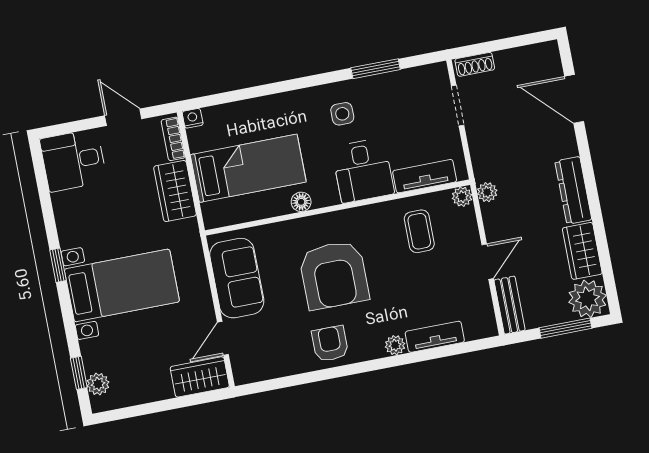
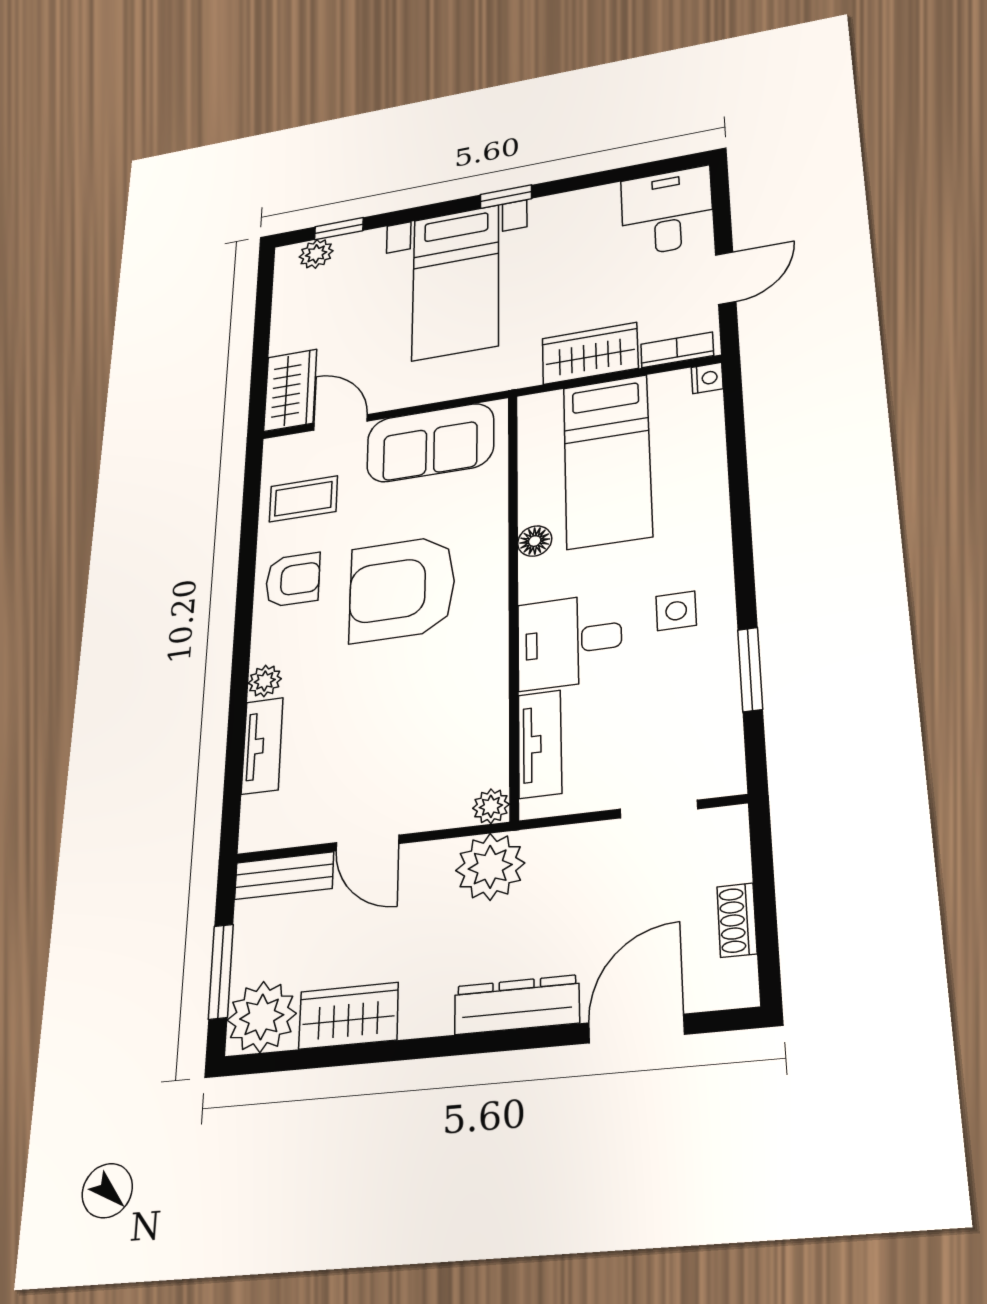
shoe rack: (475, 64) -> (737, 920), moved
dresser: (573, 190) -> (517, 1005), moved
plant: (487, 192) -> (490, 867), width x1.88, depth x1.88
coffee table: (419, 231) -> (303, 499), moved

